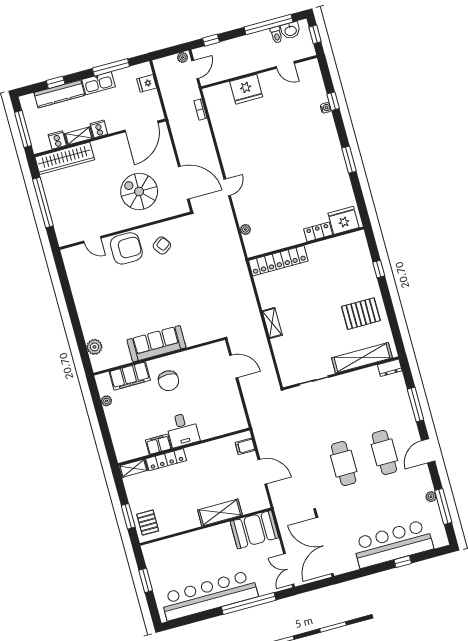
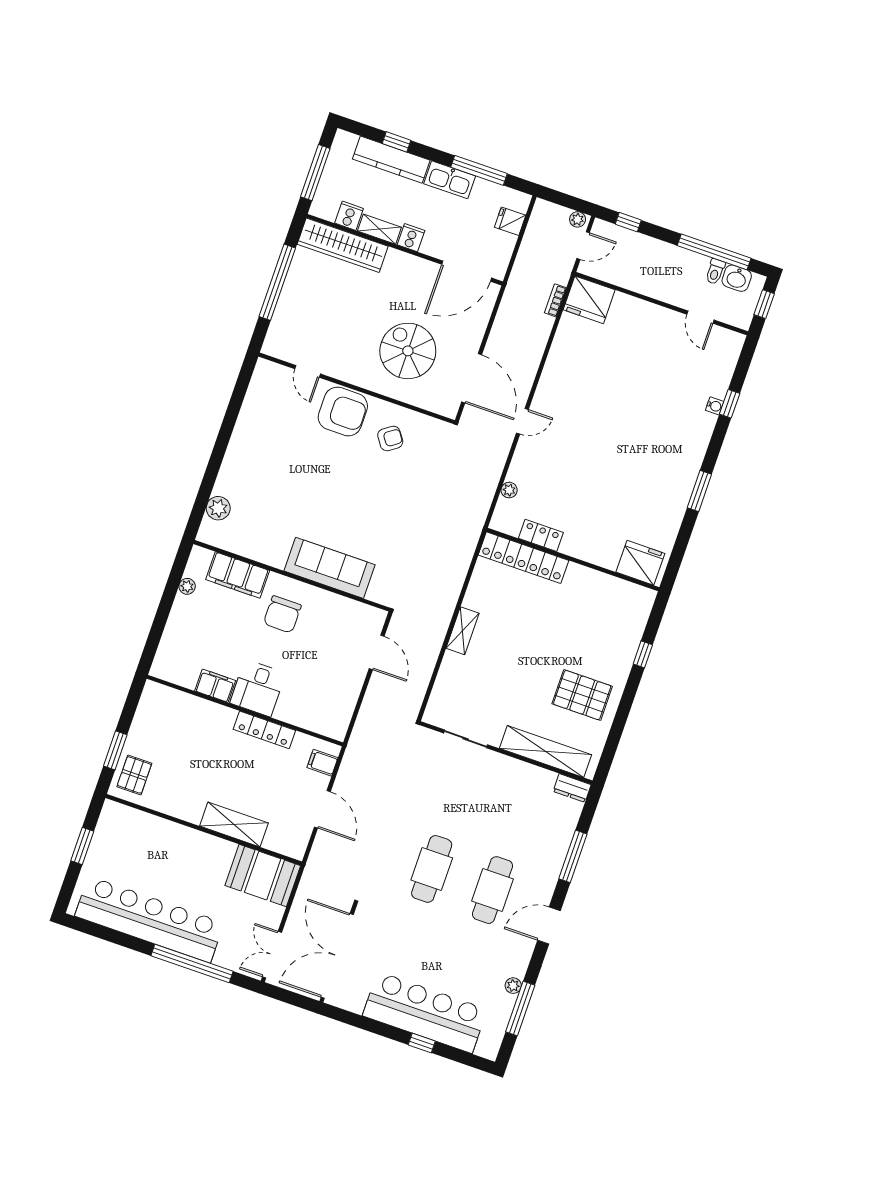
fridge: (246, 89) -> (589, 300), moved
locker: (318, 232) -> (541, 535), moved
sofa: (156, 344) -> (330, 568), moved
locker: (166, 460) -> (264, 730), moved
shelving: (133, 468) -> (163, 694), removed

